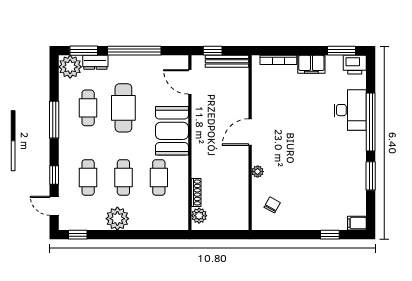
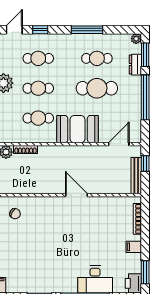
filing cabinet: (311, 64) -> (134, 247), width x0.50
plant: (70, 67) -> (136, 39), width x0.53, depth x0.53
plant: (258, 172) -> (43, 201), removed

